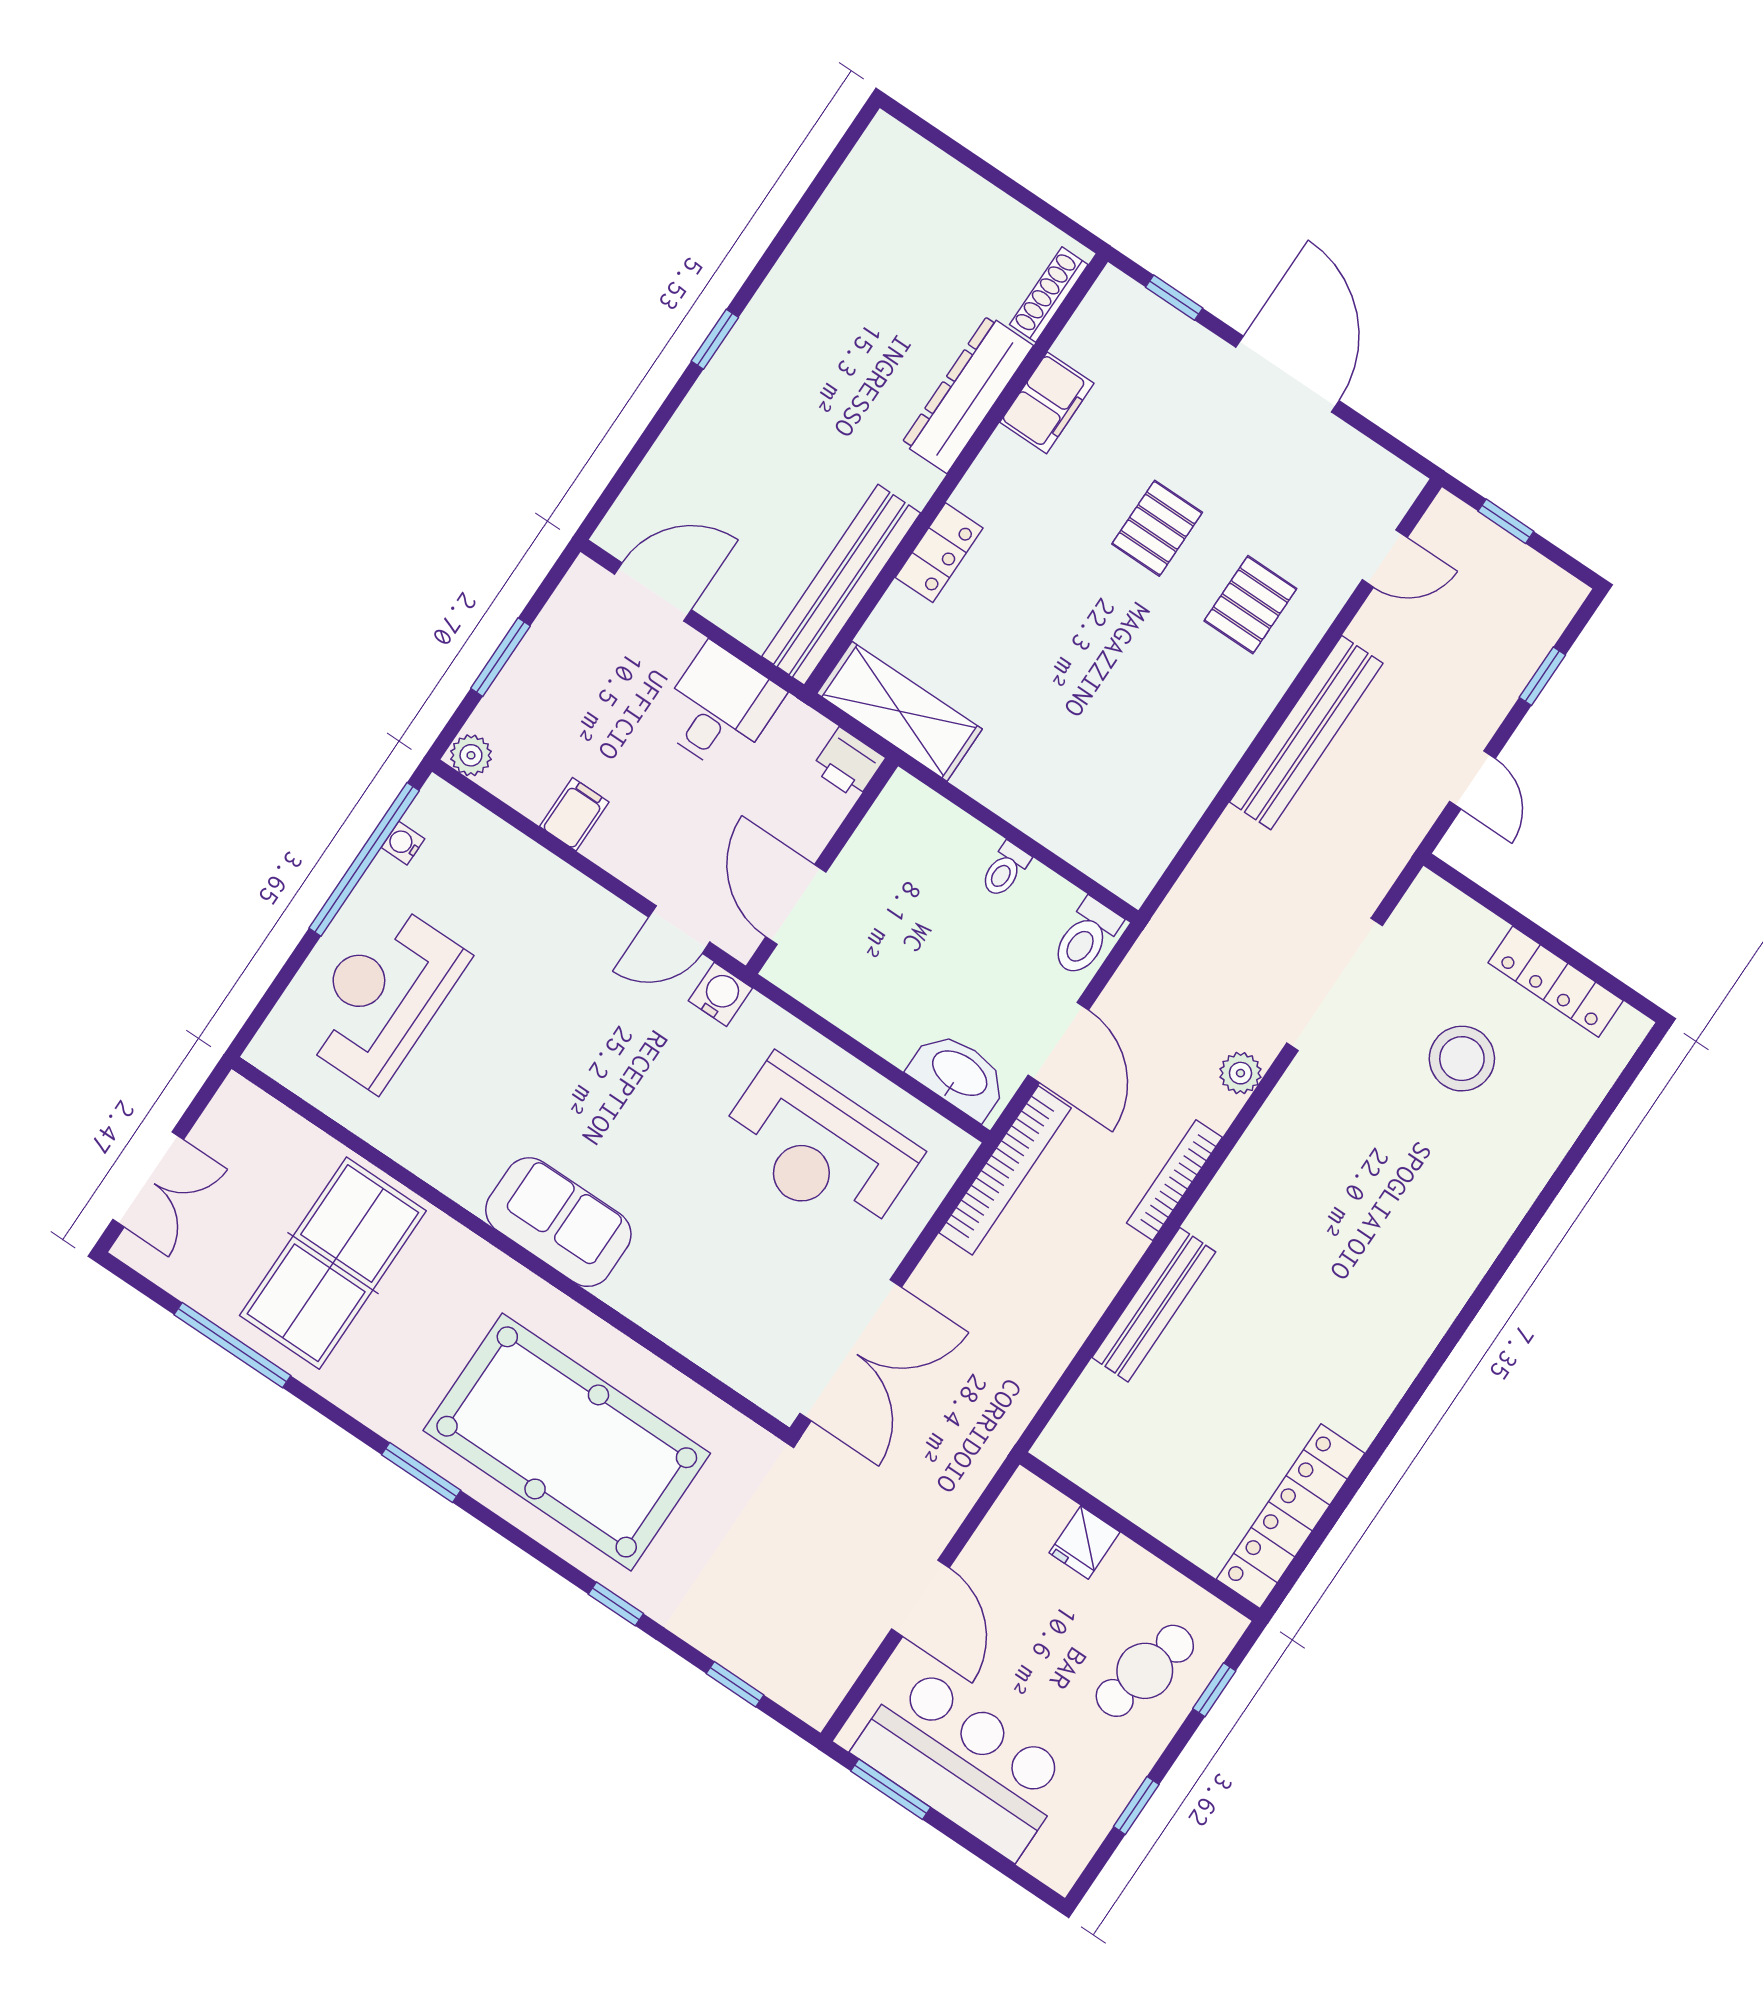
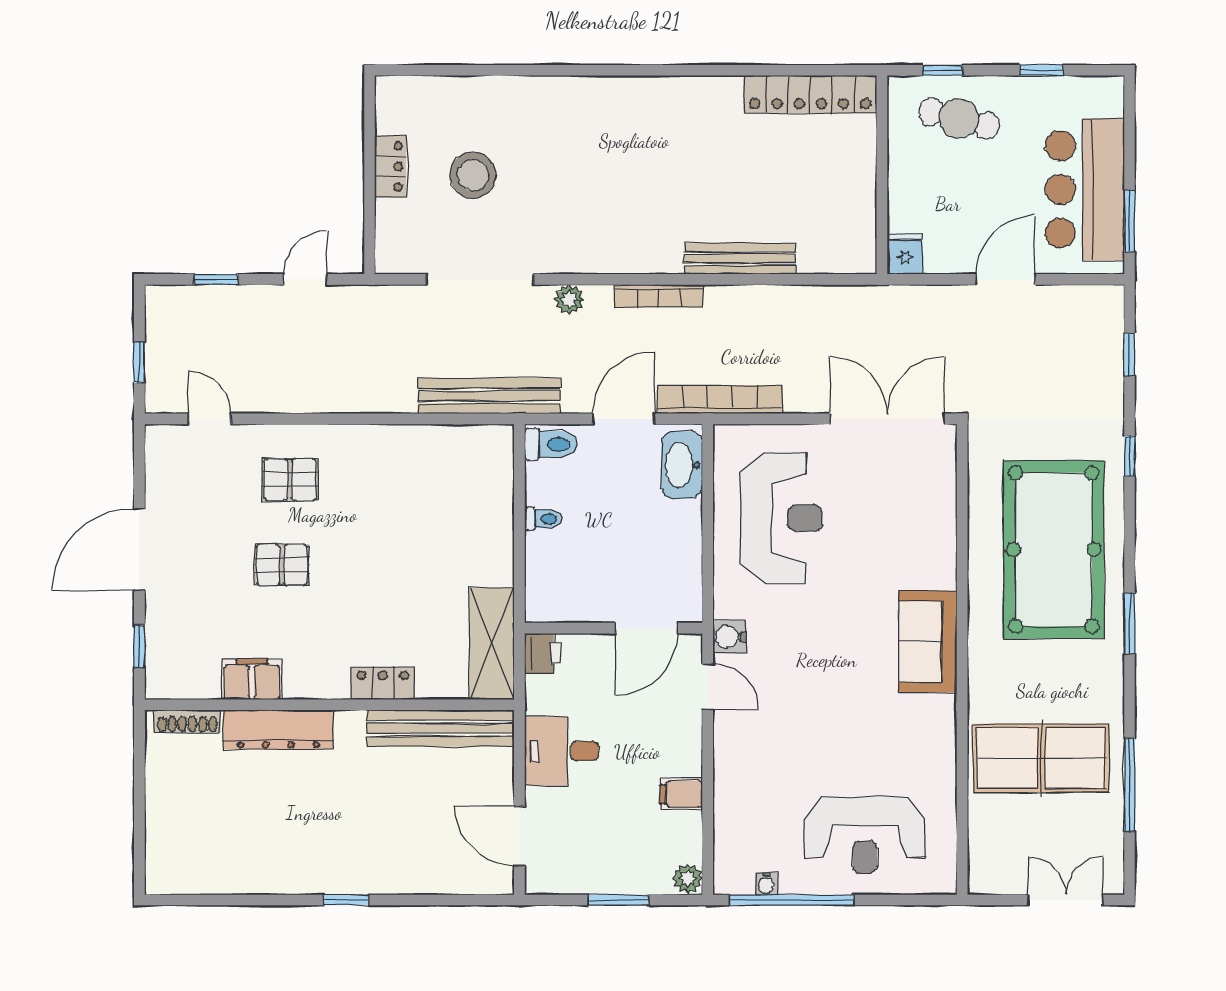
bench: (1306, 733) -> (489, 396), moved
locker: (1556, 982) -> (390, 167), width x0.66
fridge: (1085, 1542) -> (905, 254), moved, turned -90

